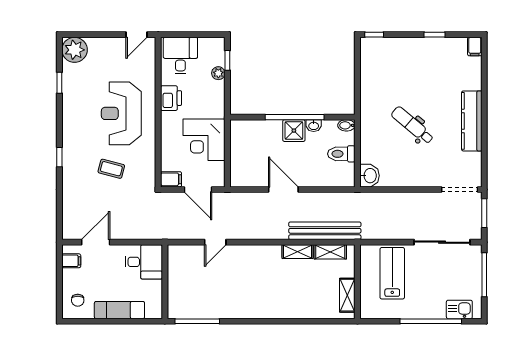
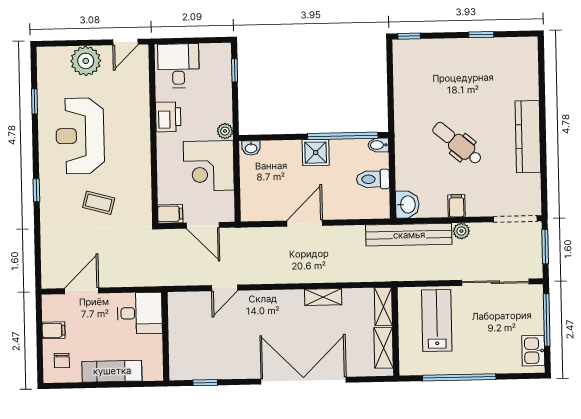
filing cabinet: (475, 47) -> (457, 206), moved, turned 180
plant: (75, 50) -> (86, 61), moved
plant: (218, 73) -> (225, 131), moved
reception desk: (121, 113) -> (80, 136), moved
window: (295, 117) -> (343, 136), moved
washbasin: (314, 126) -> (251, 148), moved
door: (283, 189) -> (305, 223), hinge flipped
plant: (414, 199) -> (461, 231), added
bench: (325, 231) -> (409, 235), moved
shelving: (330, 252) -> (383, 307), moved, turned 90
filing cabinet: (71, 261) -> (53, 330), moved
kitchen sink: (459, 309) -> (533, 351), moved, turned -90
window: (197, 321) -> (205, 383), width x0.46
double door: (280, 321) -> (304, 381), added
window: (431, 321) -> (459, 377), moved

